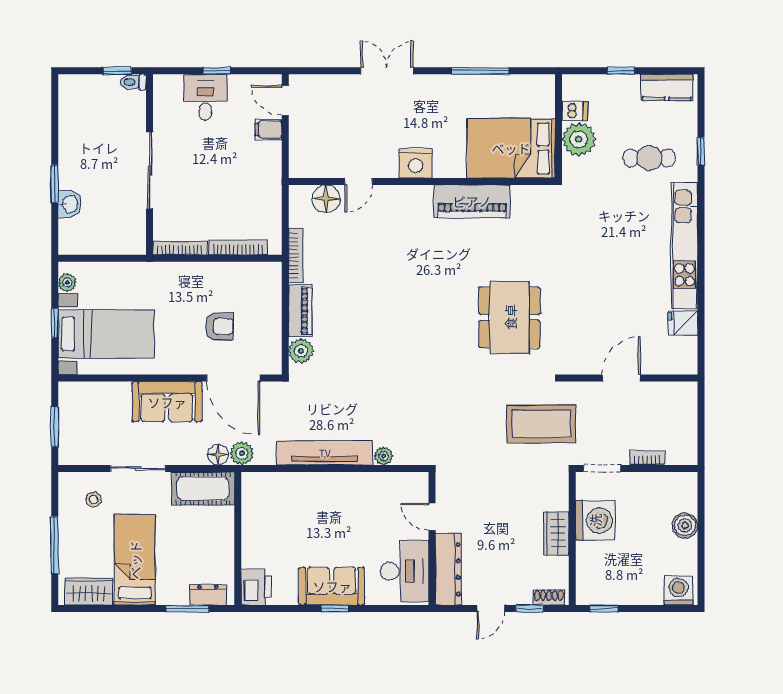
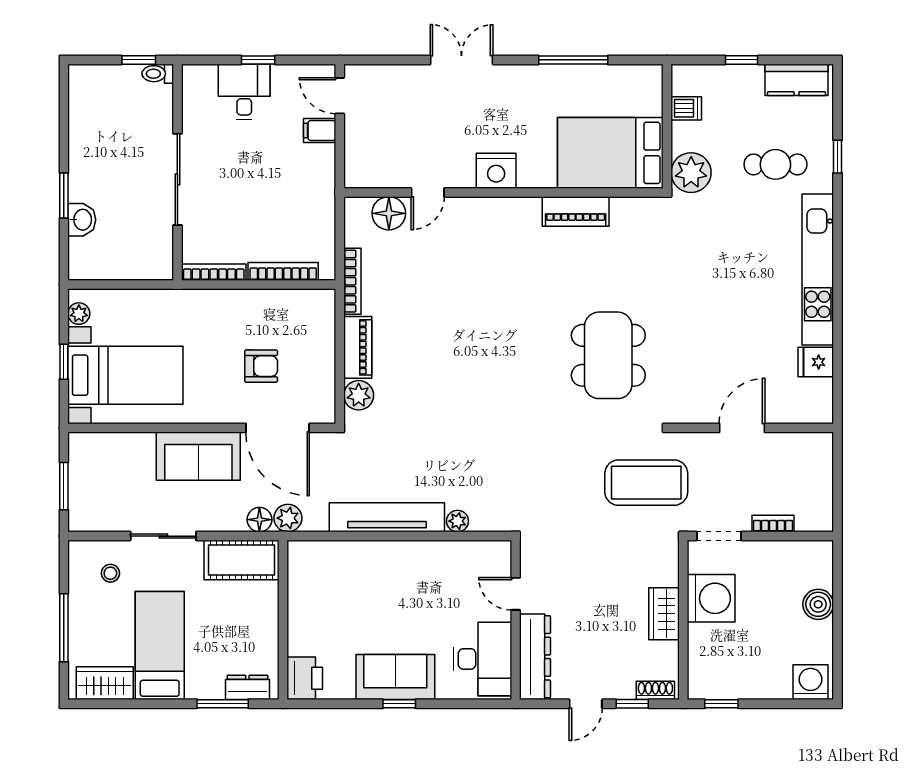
plant: (579, 139) -> (691, 173), moved
piano: (472, 201) -> (576, 211), width x0.73, depth x0.75

